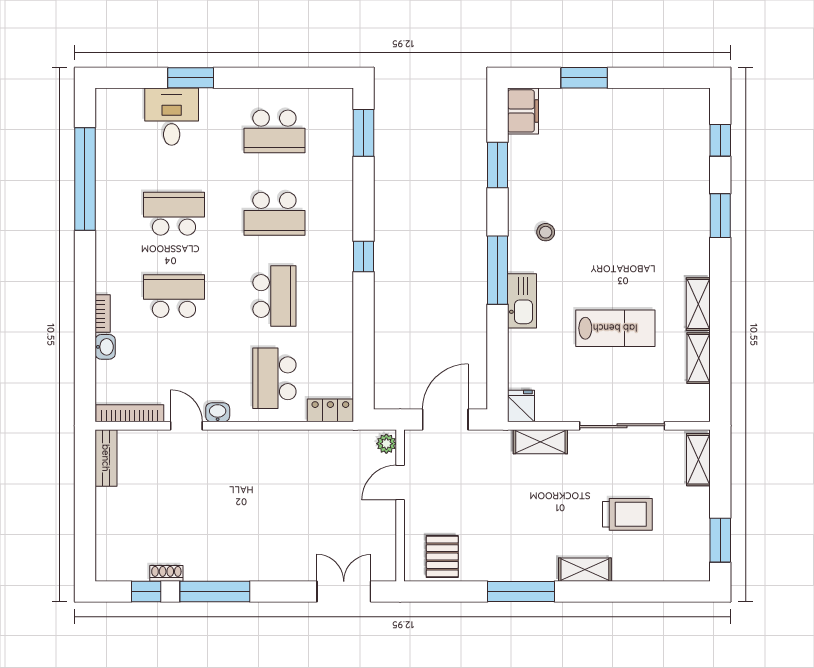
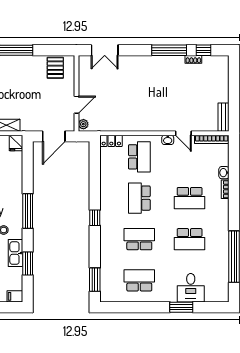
filing cabinet: (523, 111) -> (15, 296), width x0.50
kitchen sink: (522, 301) -> (15, 253), moved

